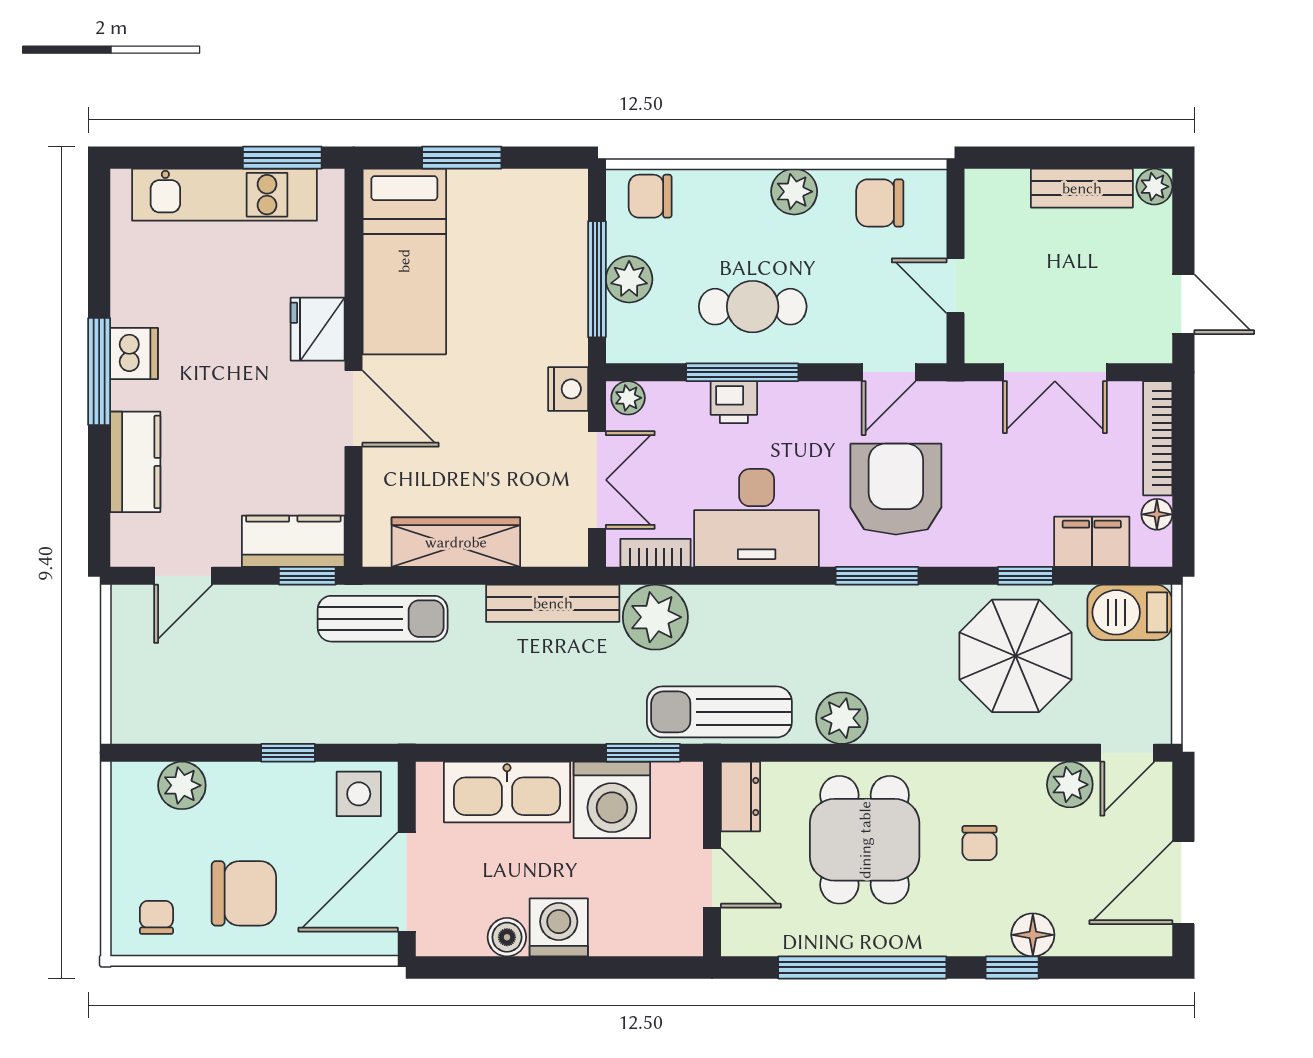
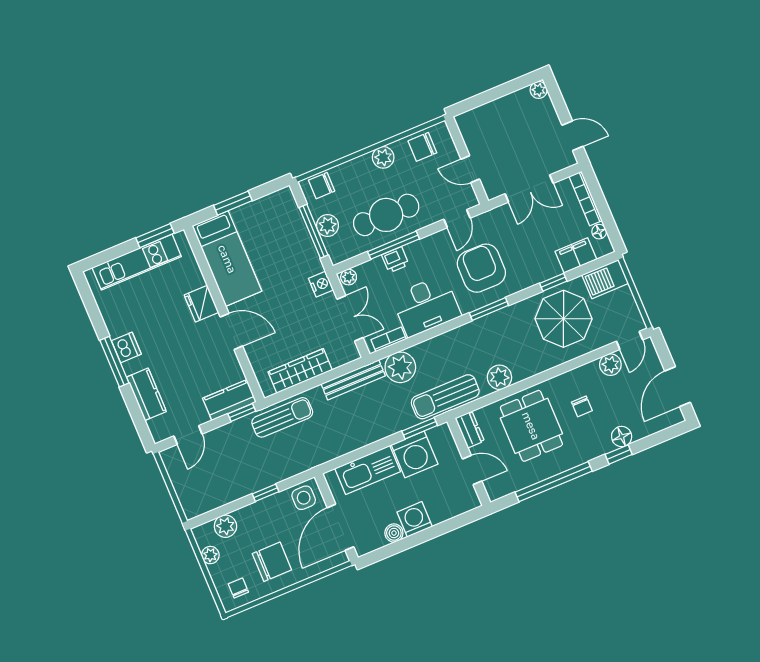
bench: (1082, 188) -> (507, 104), removed
cafe table: (753, 307) -> (386, 215), width x1.37, depth x1.35
plant: (129, 830) -> (210, 555), added

